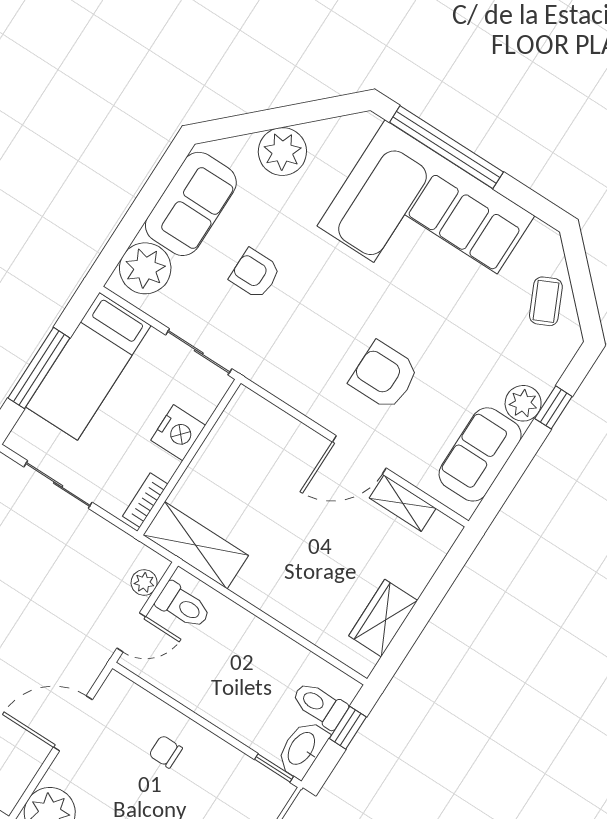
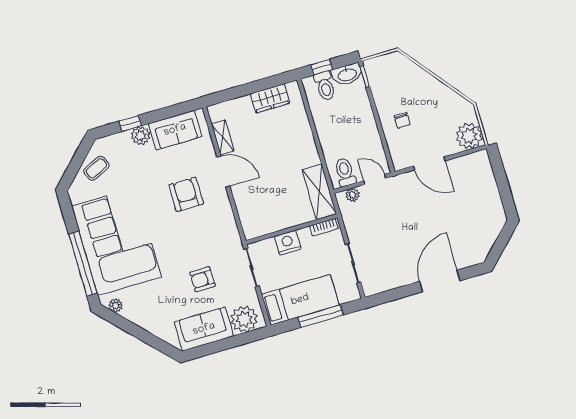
plant: (282, 152) -> (116, 305), moved, width x0.53, depth x0.53
armchair: (255, 274) -> (202, 279), turned 90
armchair: (384, 376) -> (186, 194), turned 180

